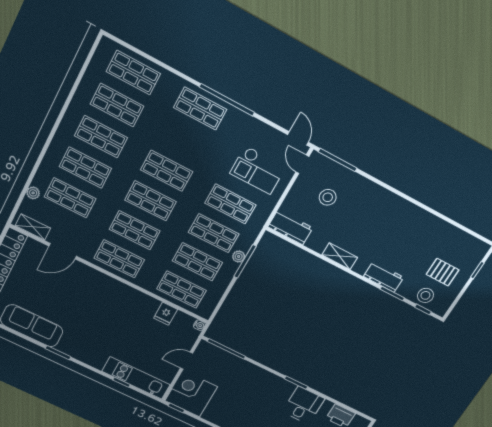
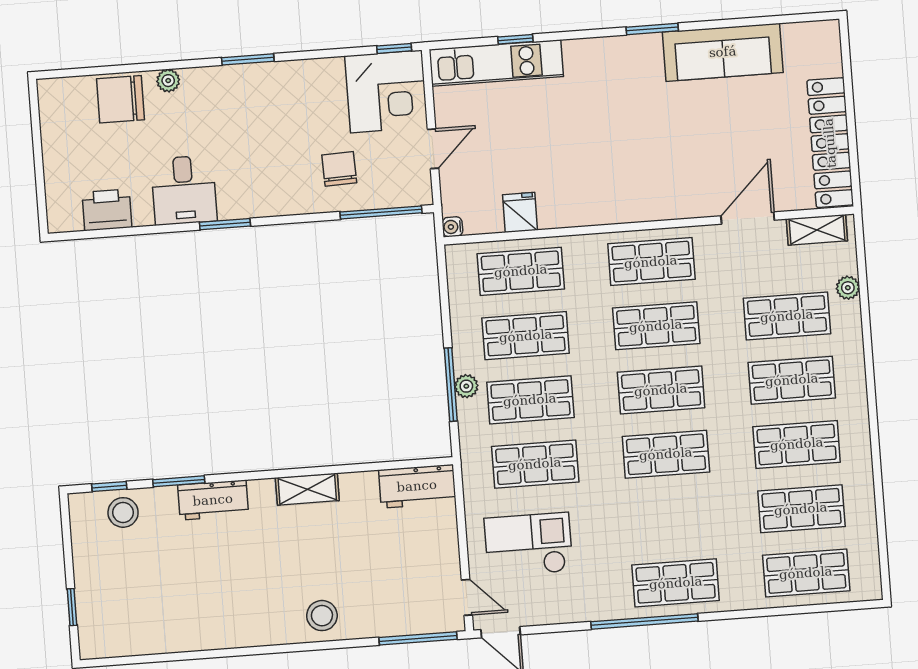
stool: (328, 197) -> (322, 616), moved
pallet: (443, 272) -> (125, 568), removed
chair: (232, 376) -> (339, 169), added

